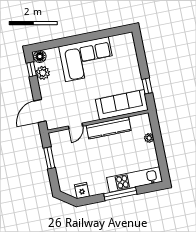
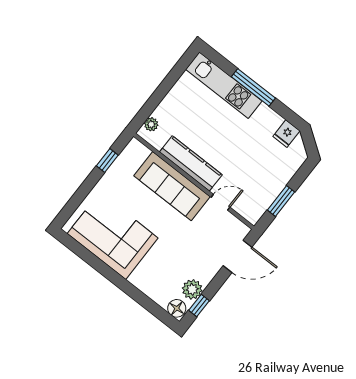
corner sofa: (87, 59) -> (113, 236), moved
sofa: (122, 105) -> (172, 186), moved
plant: (149, 138) -> (151, 124), moved

